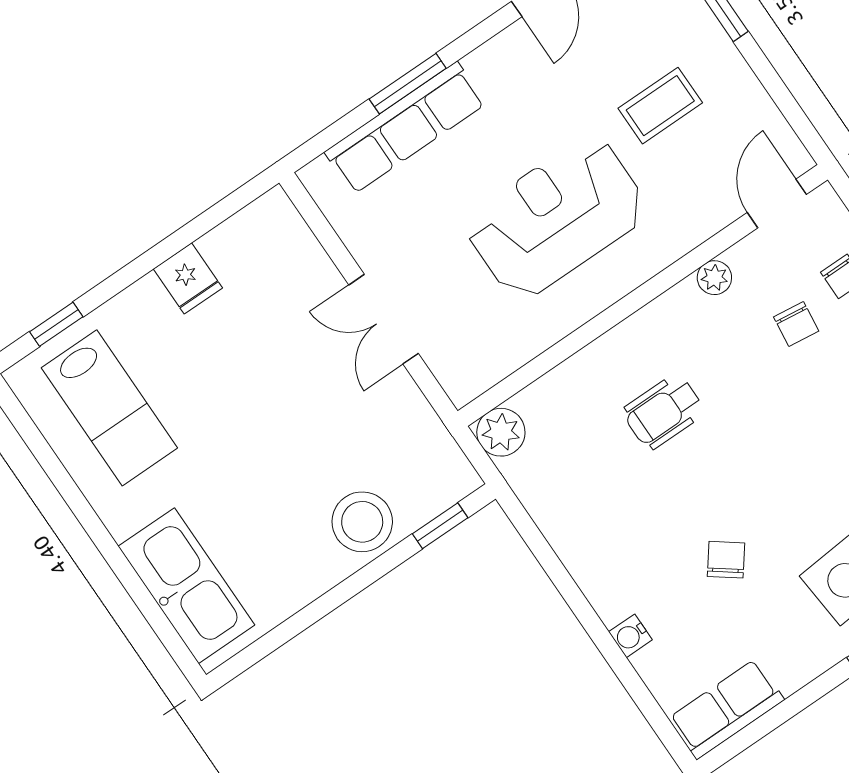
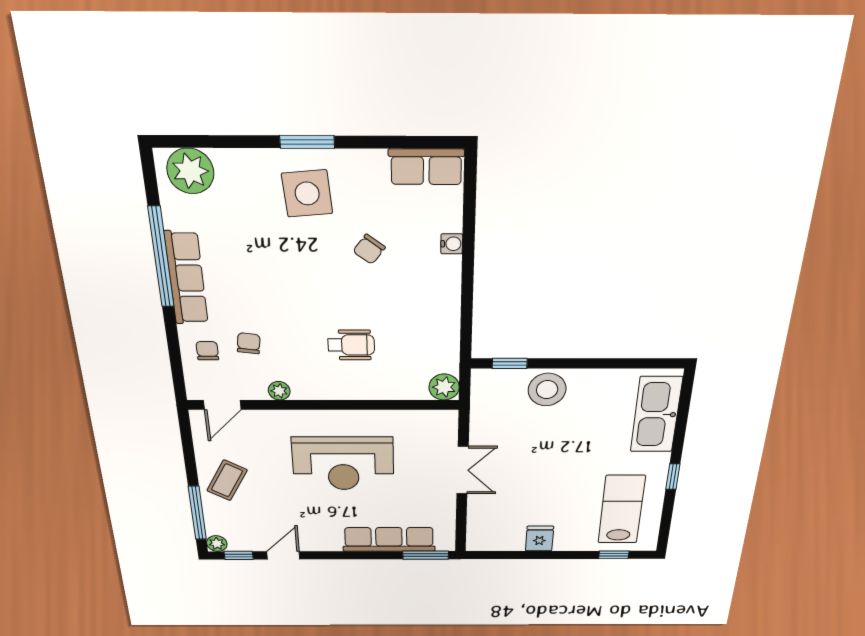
window: (408, 84) -> (426, 555), moved
coffee table: (660, 106) -> (227, 480), moved, turned -61
window: (82, 510) -> (673, 477), added

